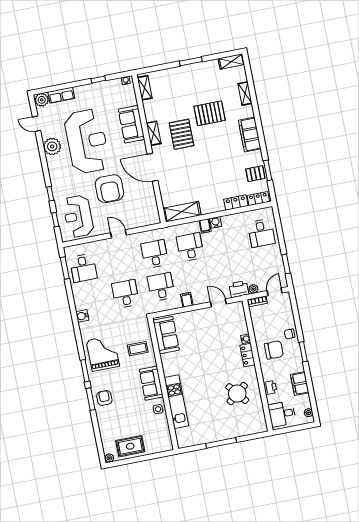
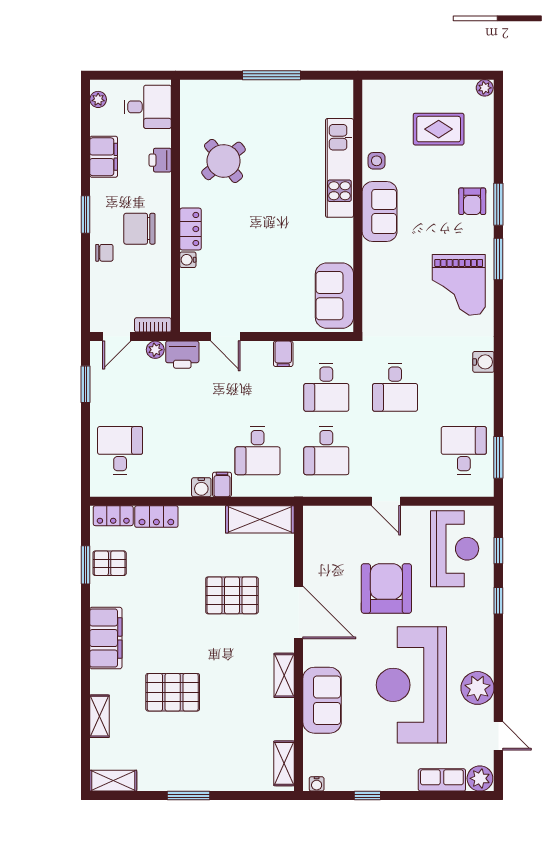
pallet: (182, 134) -> (232, 595), moved, turned 90
coffee table: (138, 349) -> (392, 281), removed
rug: (130, 446) -> (439, 129), moved

